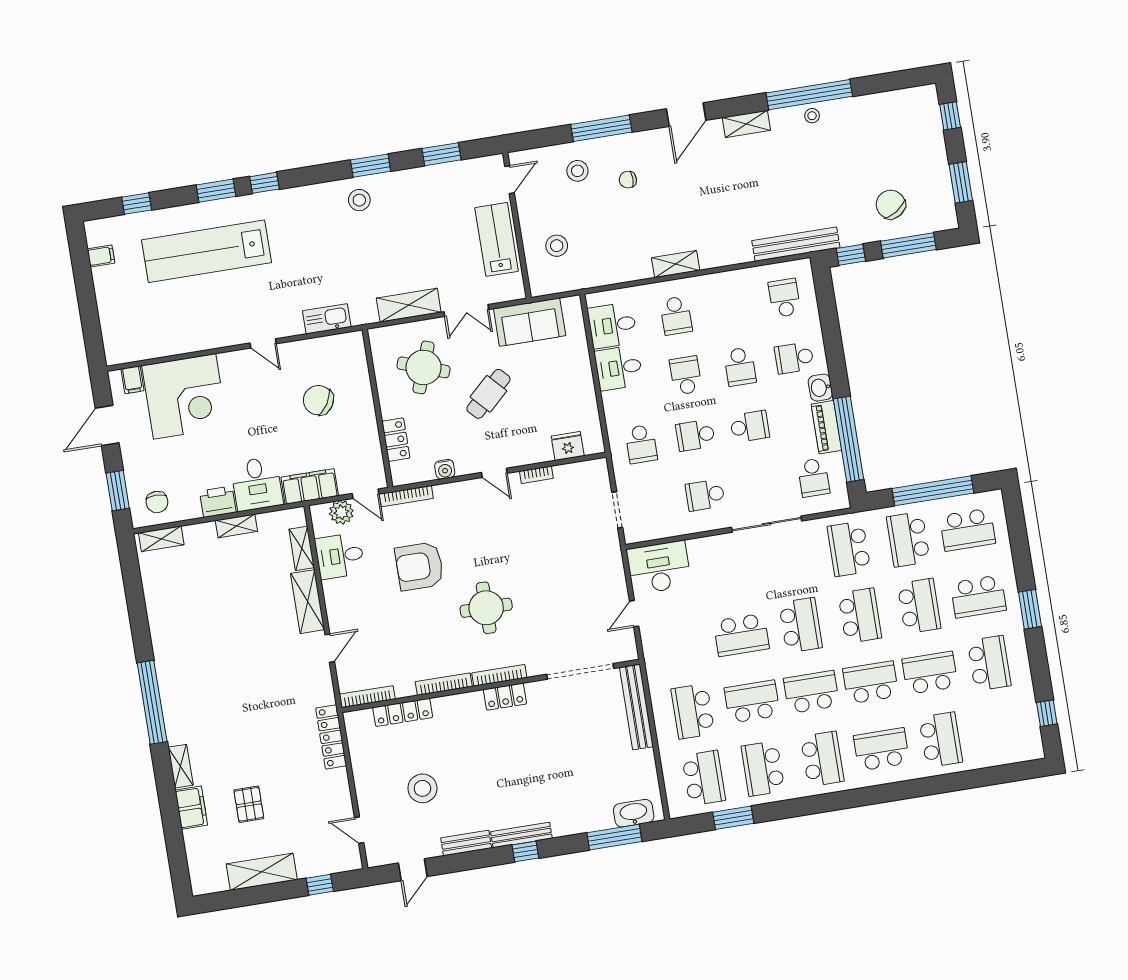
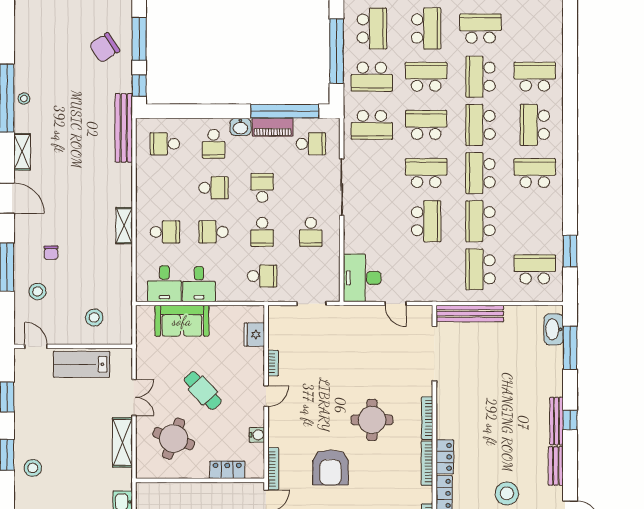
sofa: (530, 322) -> (182, 321), moved, turned 90
locker: (505, 697) -> (445, 457), moved
school desk: (693, 711) -> (480, 269), turned 90
school desk: (763, 768) -> (535, 221), removed

